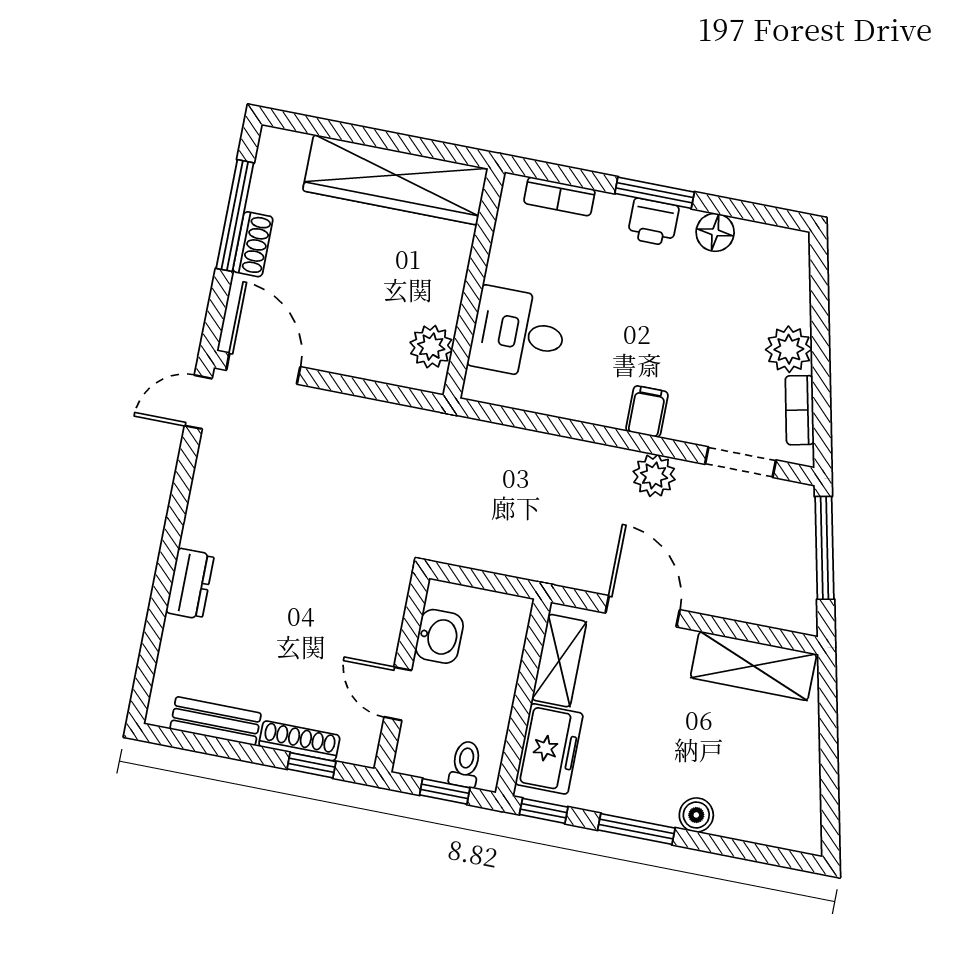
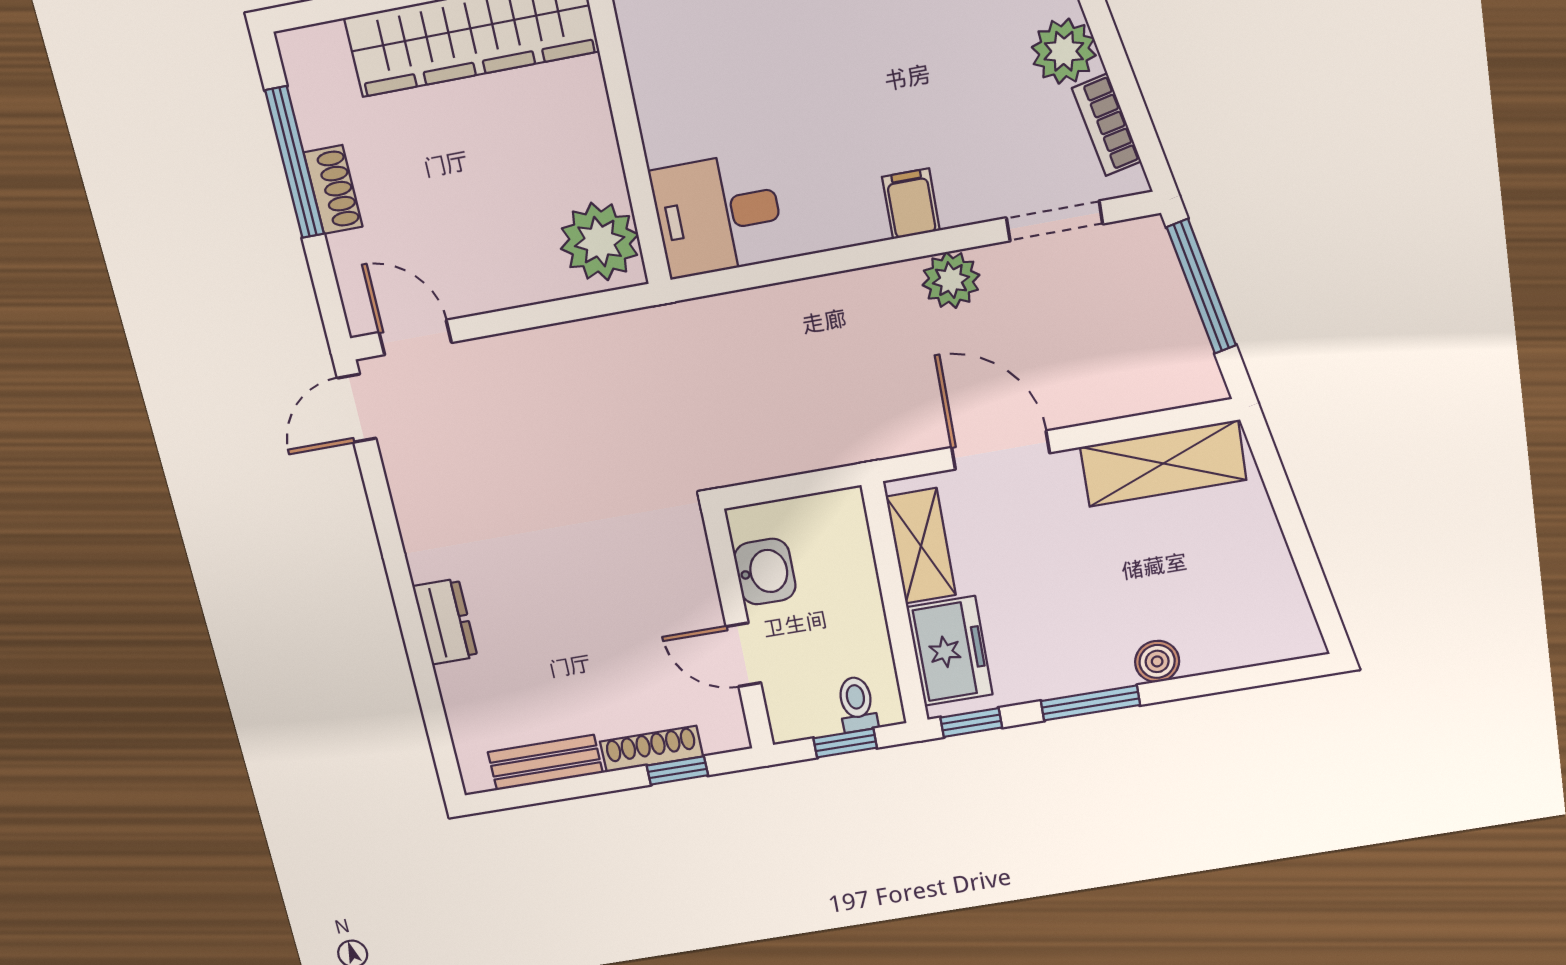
desk: (518, 333) -> (718, 215), moved
plant: (431, 347) -> (600, 242), width x1.36, depth x1.36
door: (263, 369) -> (415, 338), width x0.73

